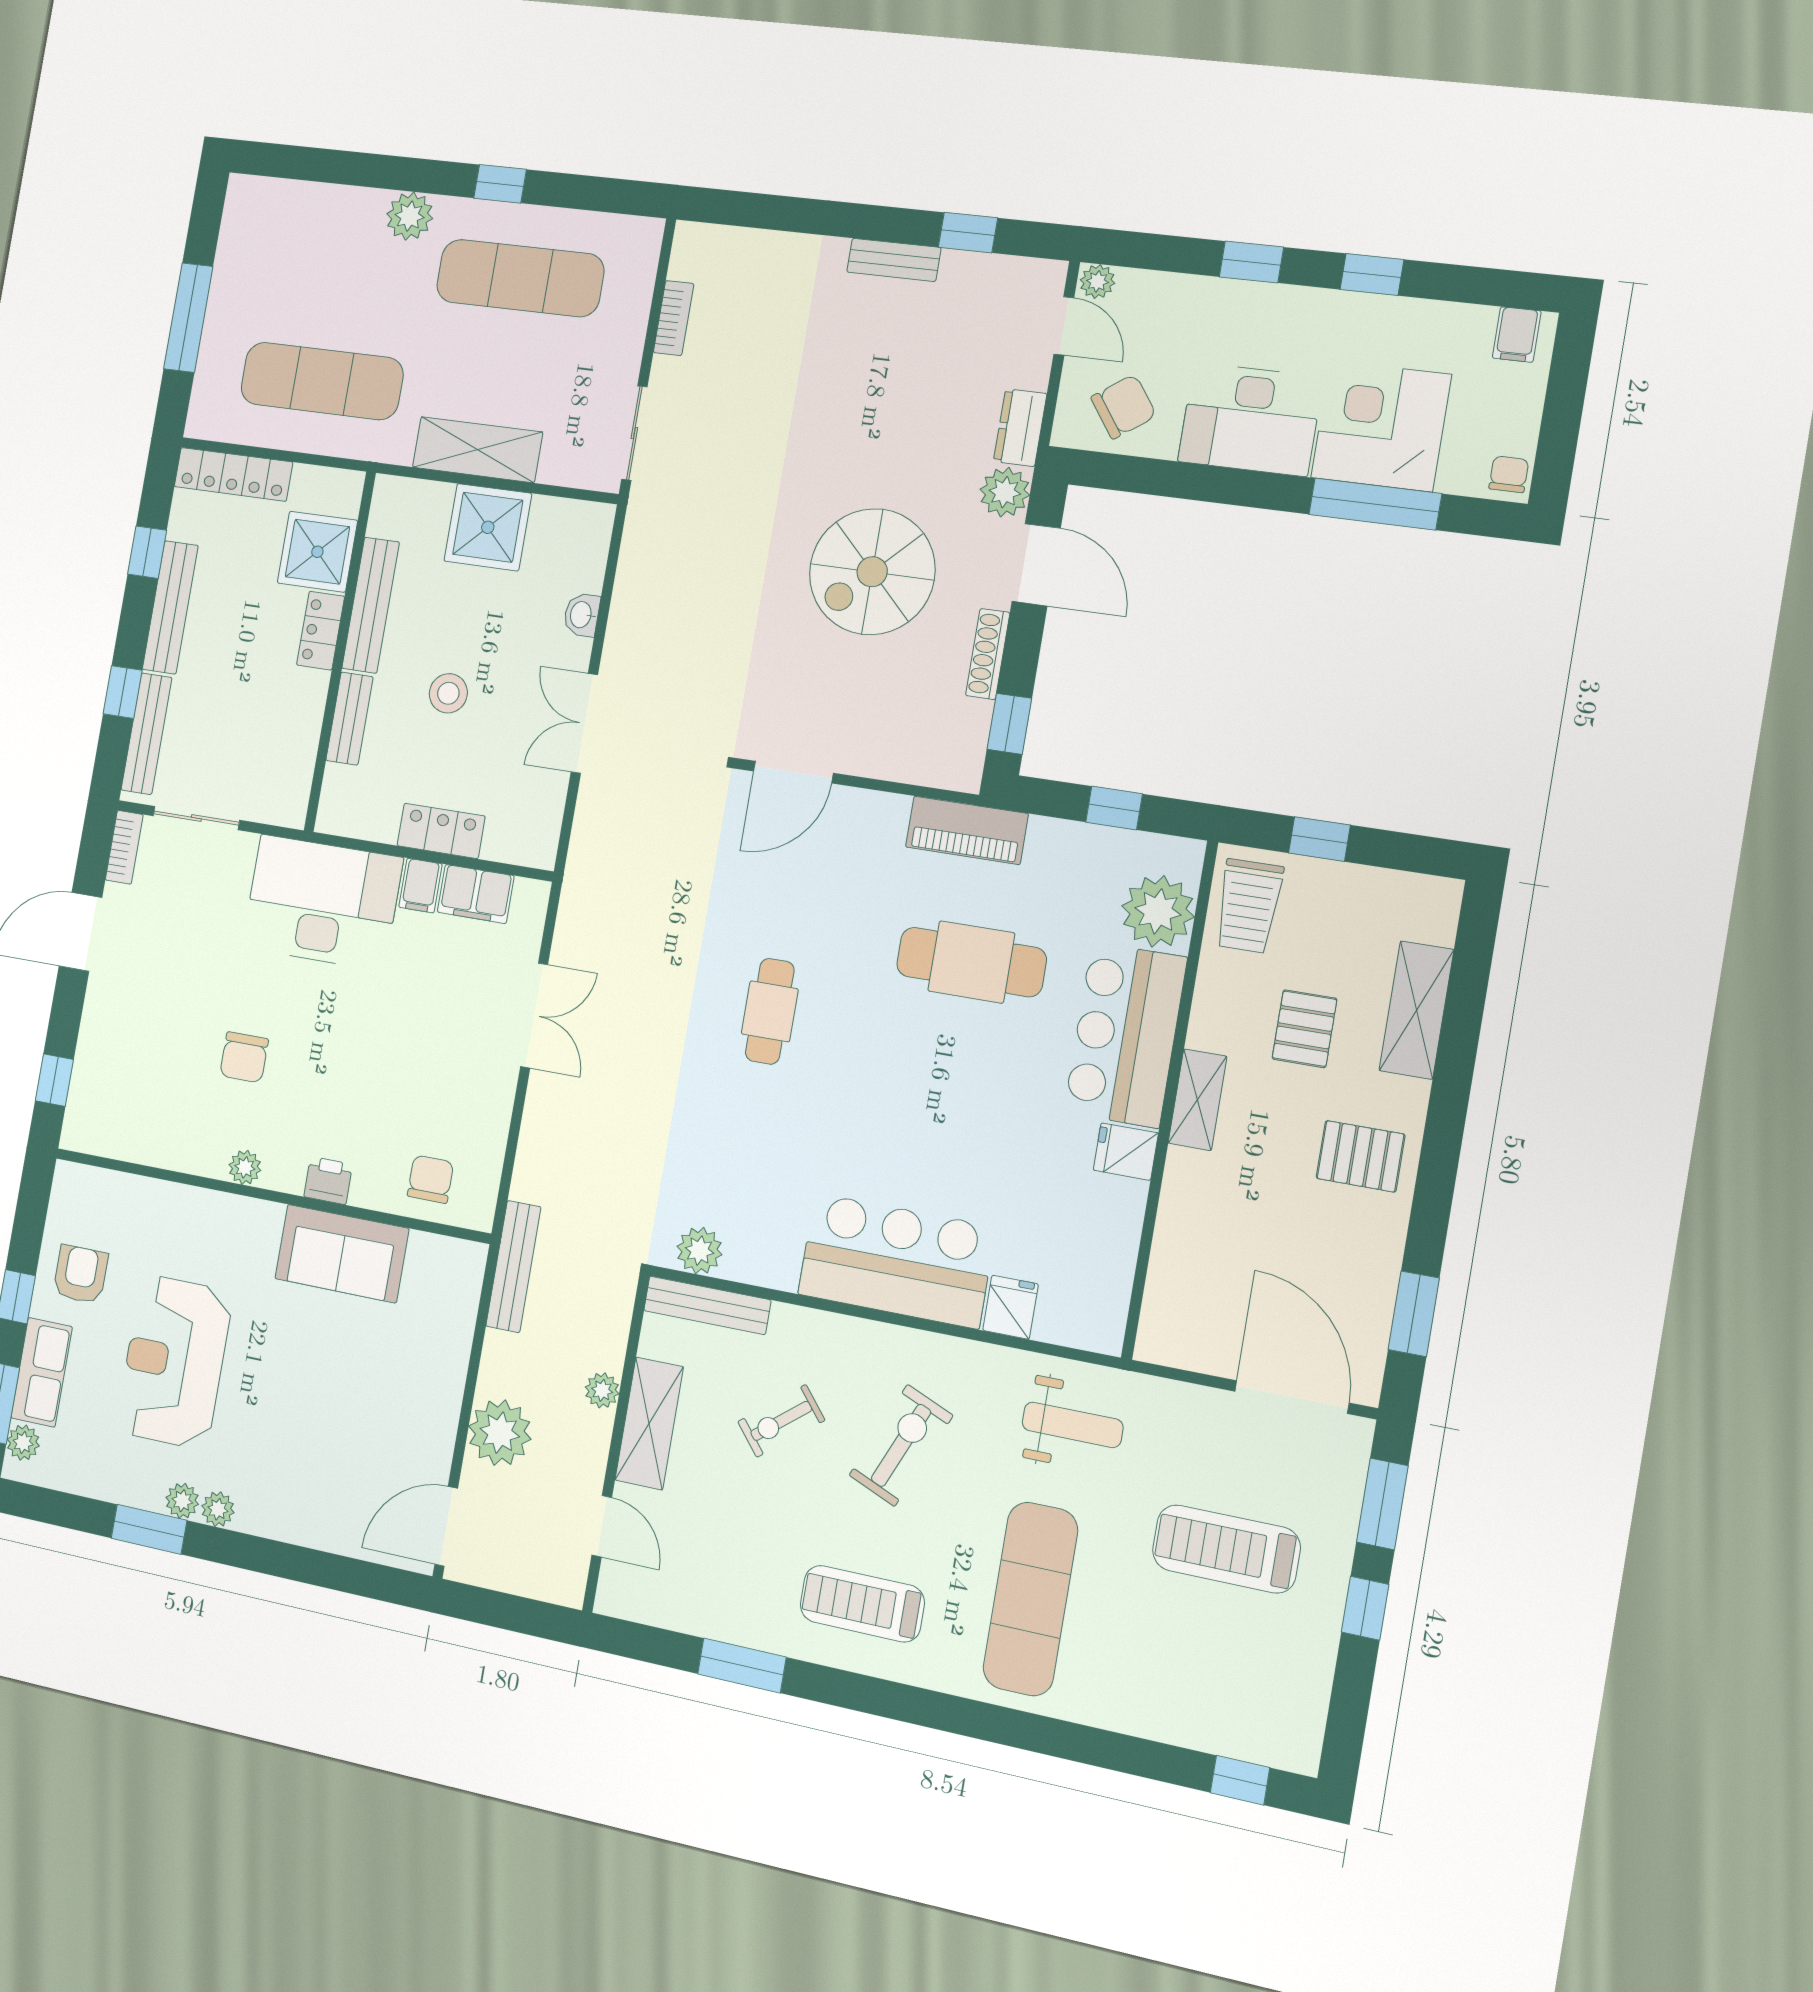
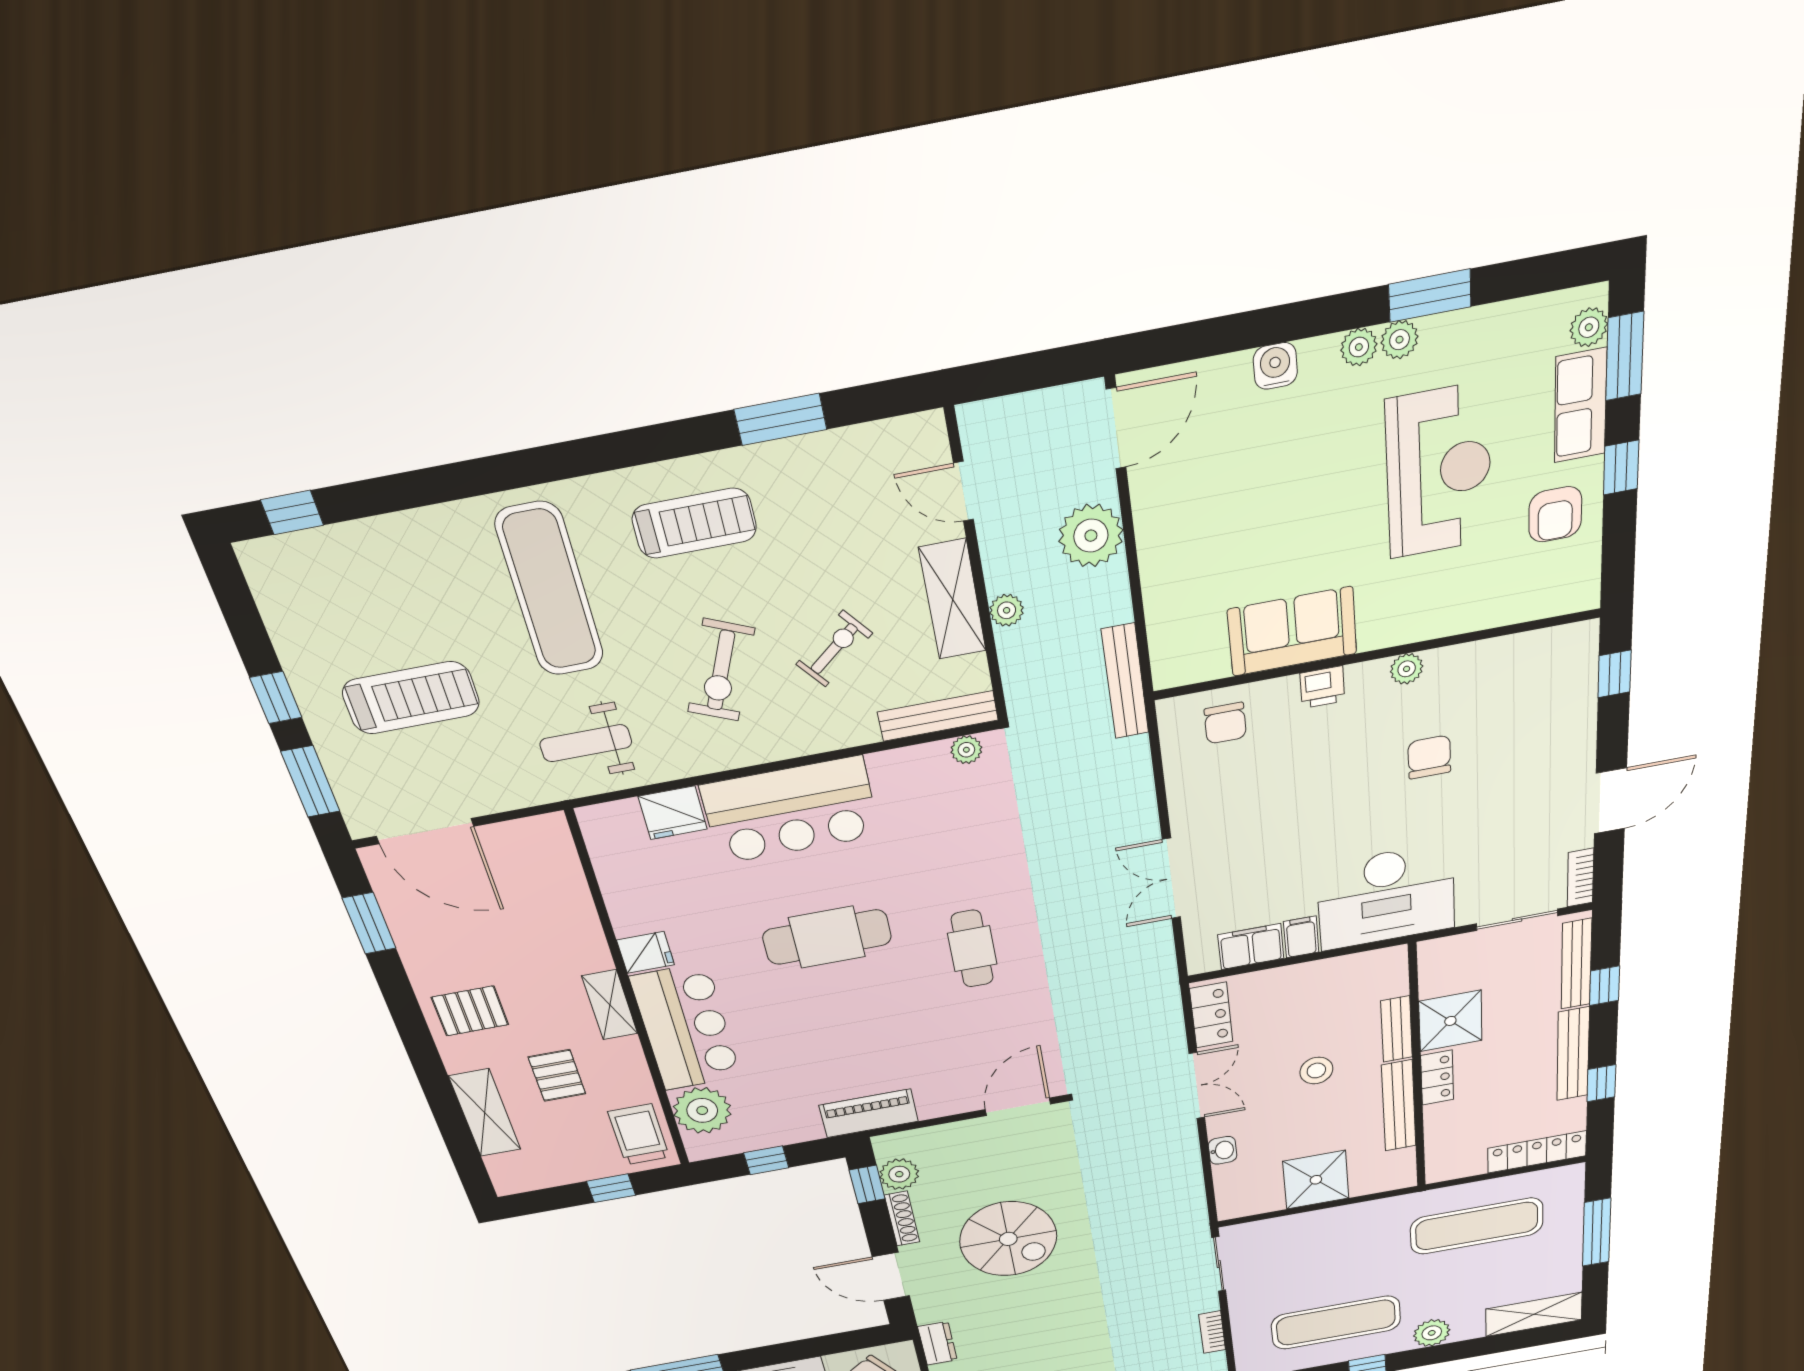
shelving: (477, 450) -> (1534, 1314), moved
plant: (1005, 492) -> (899, 1174), moved
shower: (317, 552) -> (1450, 1021), moved
spiral stairs: (872, 572) -> (1008, 1239), turned 90
locker: (441, 831) -> (1211, 1015), moved, turned -90
cafe table: (971, 962) -> (827, 937), moved
plant: (700, 1251) -> (966, 750), width x0.73, depth x0.73
fridge: (1010, 1307) -> (673, 813), width x1.38
water cooler: (293, 1523) -> (1275, 366), added

